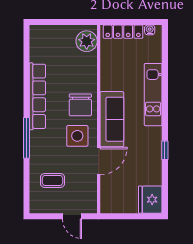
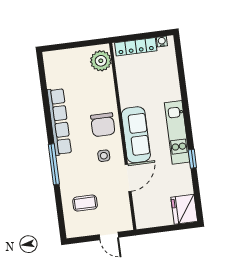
kitchen unit: (153, 95) -> (177, 132), moved
side table: (77, 136) -> (104, 156), width x0.54, depth x0.54

